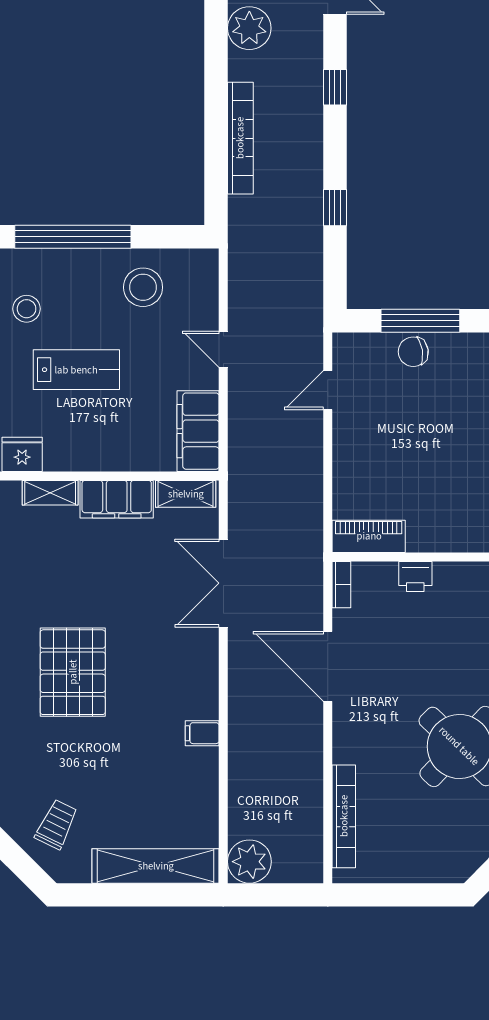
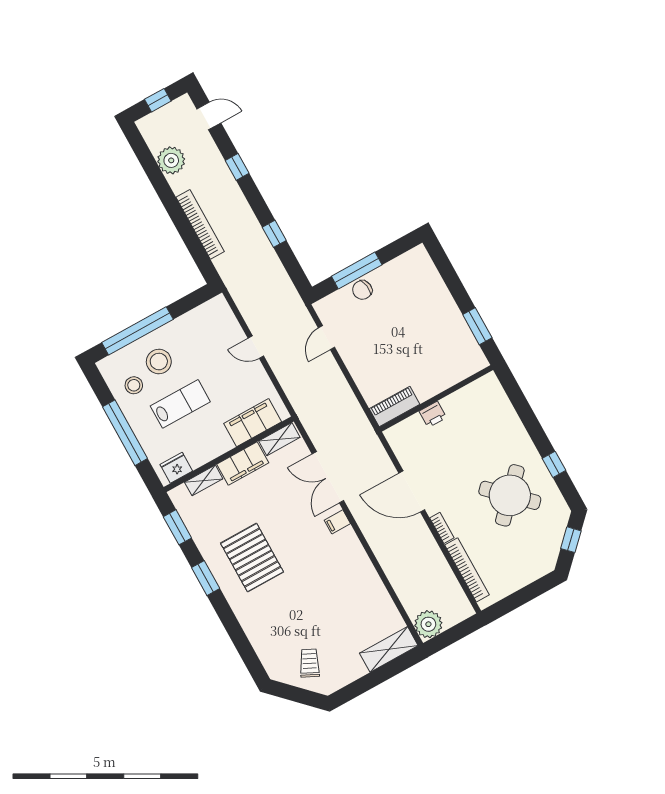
stool: (143, 287) -> (159, 362), moved
filing cabinet: (198, 431) -> (253, 423), moved, turned 90
bookcase: (341, 585) -> (442, 528), moved
pallet: (73, 672) -> (252, 558), moved
filing cabinet: (202, 733) -> (337, 522), moved
shelving: (156, 866) -> (389, 649), width x0.68

